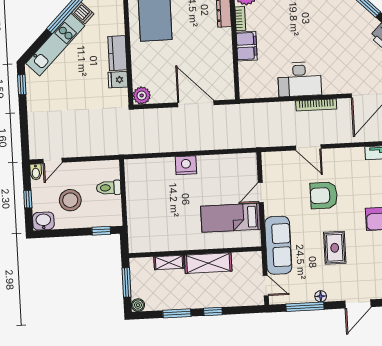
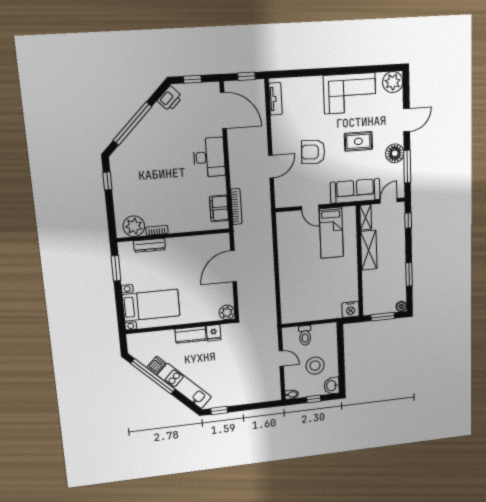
filing cabinet: (247, 46) -> (219, 208), moved, turned -90
desk: (299, 79) -> (209, 157), moved
bookcase: (316, 105) -> (236, 207), moved
door: (52, 161) -> (281, 358), moved
nightstand: (186, 165) -> (351, 309), moved, turned -90
armchair: (324, 195) -> (313, 152), turned 92
window: (101, 231) -> (340, 339), removed
shelving: (169, 262) -> (366, 217), moved
floor lamp: (321, 296) -> (395, 153), width x1.89, depth x1.89
door: (358, 304) -> (407, 120), hinge flipped
window: (213, 311) -> (408, 221), moved

